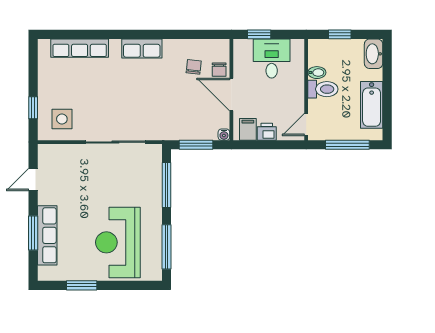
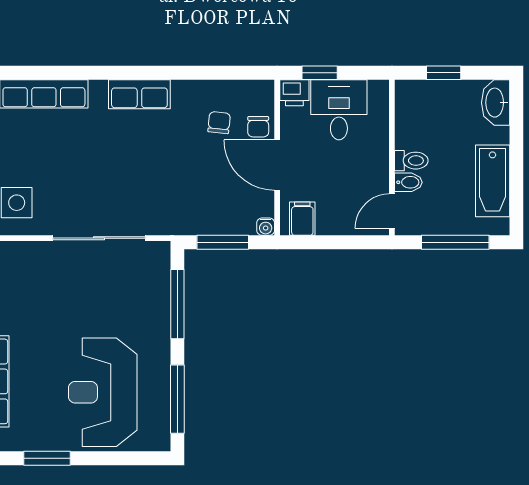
bidet: (317, 73) -> (408, 182), moved
toilet: (323, 89) -> (411, 161), width x0.73, depth x0.72
printer: (267, 132) -> (294, 93), moved, turned 180

